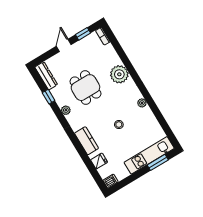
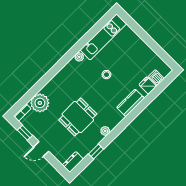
plant: (119, 74) -> (40, 103), moved
dresser: (46, 76) -> (73, 162), width x0.70
kitchen unit: (149, 155) -> (103, 37), moved, turned -90
window: (158, 162) -> (135, 27), removed
dishwasher: (111, 181) -> (156, 77), moved

